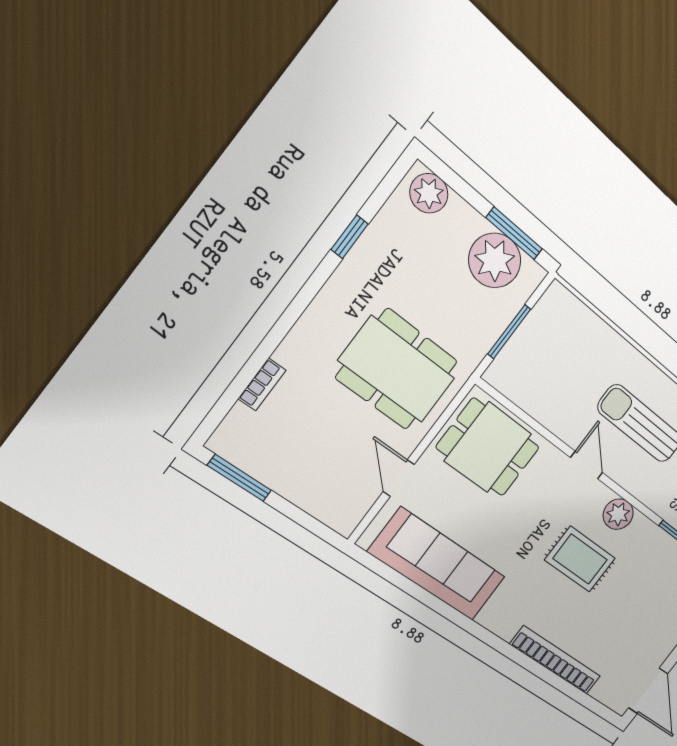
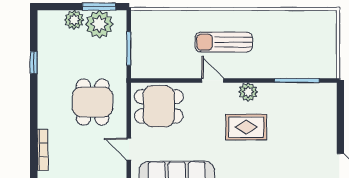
plant: (429, 193) -> (74, 20), moved
dining table: (397, 369) -> (93, 102), width x0.73
bookcase: (262, 384) -> (43, 150), width x1.56

